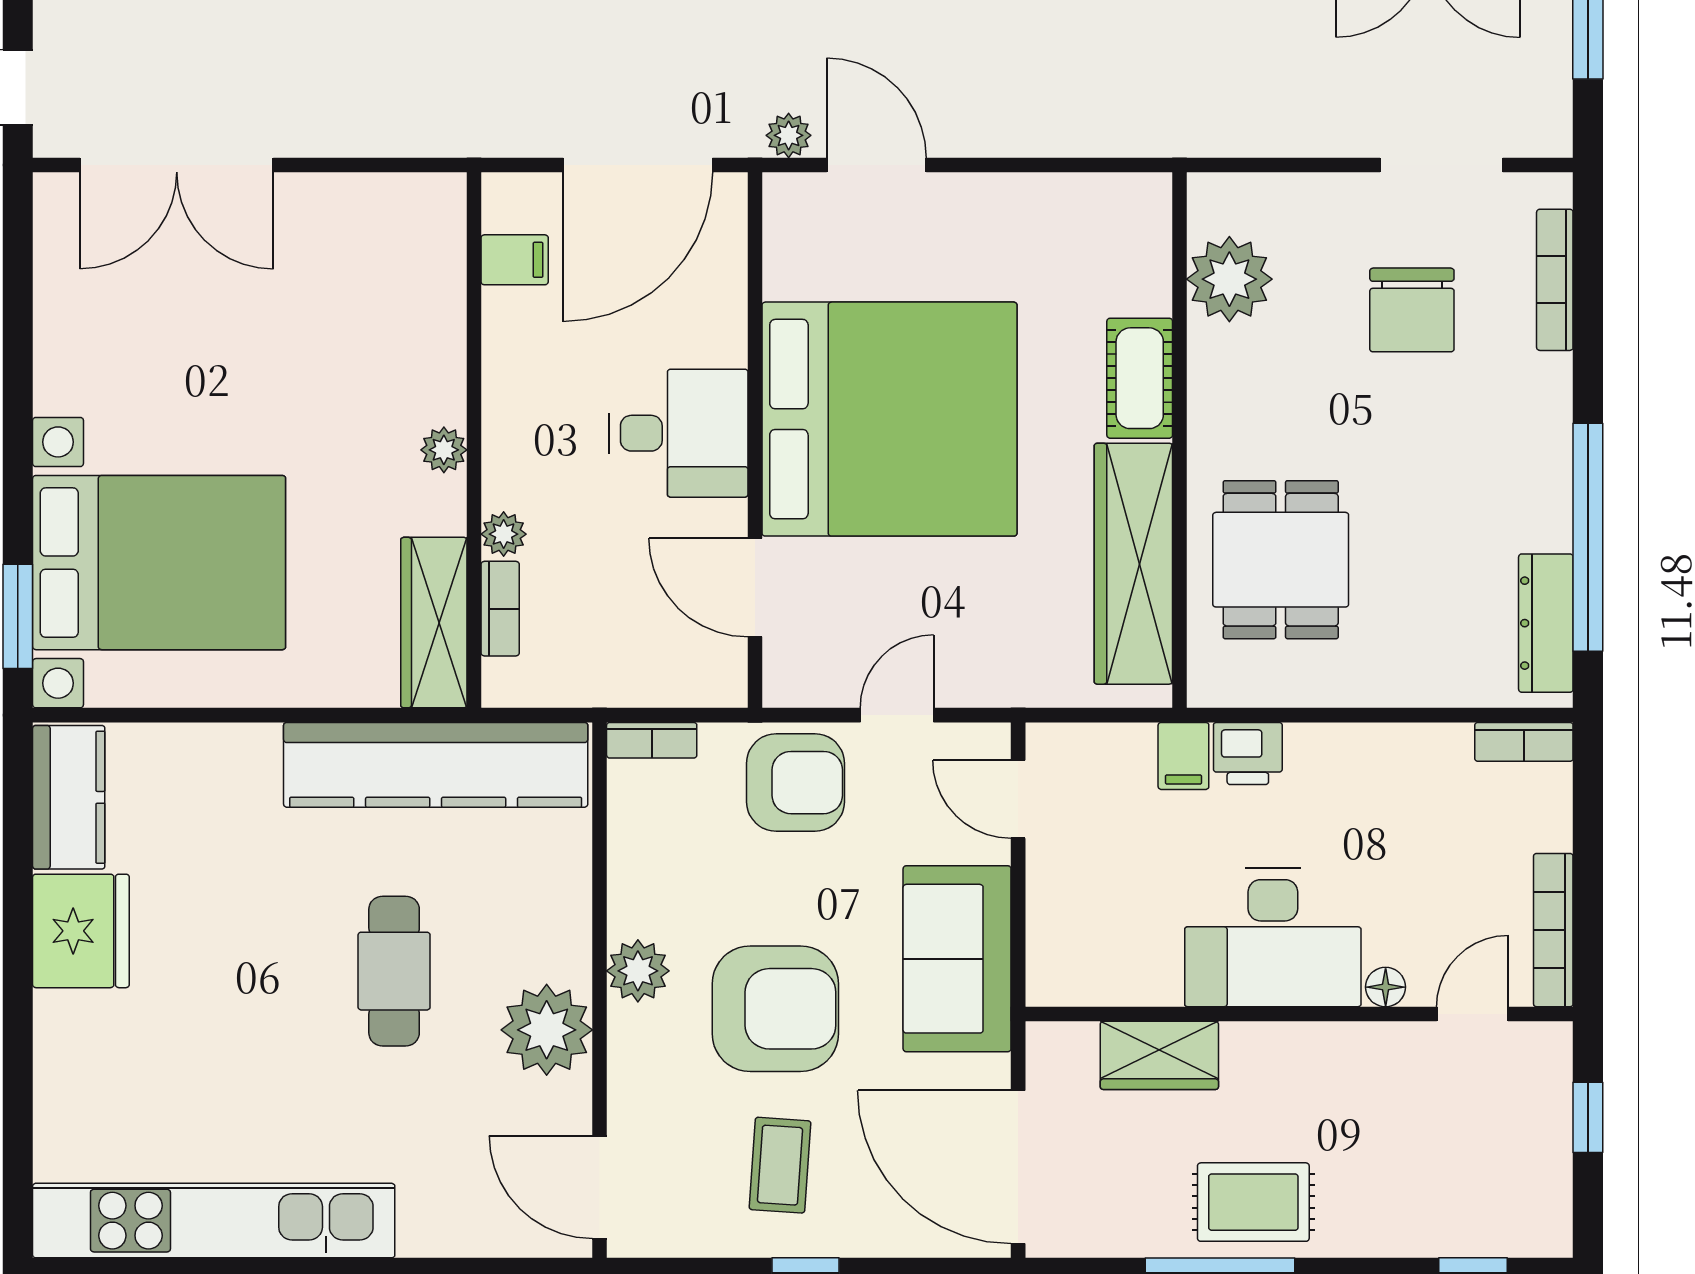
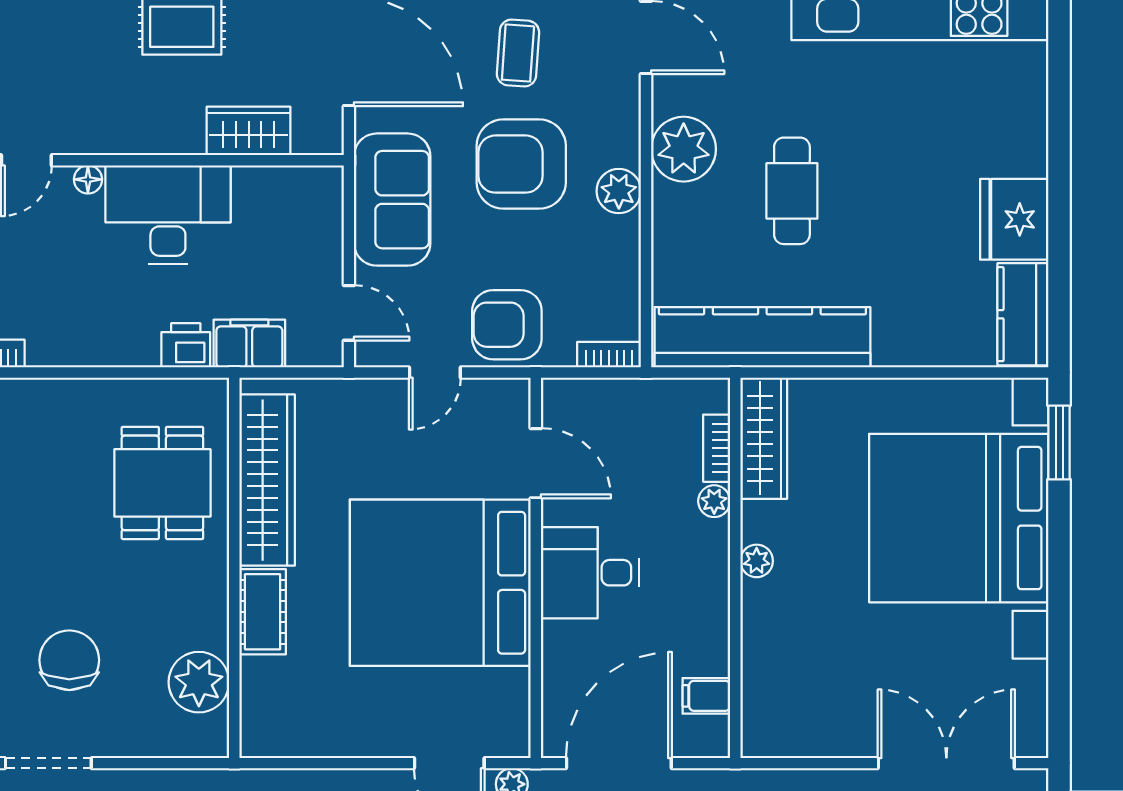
bed with nightstands: (159, 563) -> (959, 518), width x1.36
filing cabinet: (1183, 756) -> (249, 344), width x2.00

